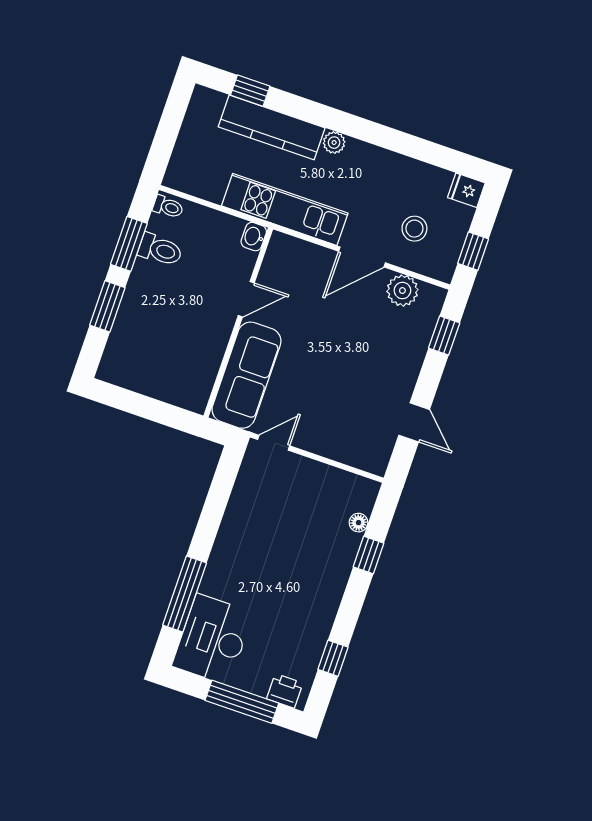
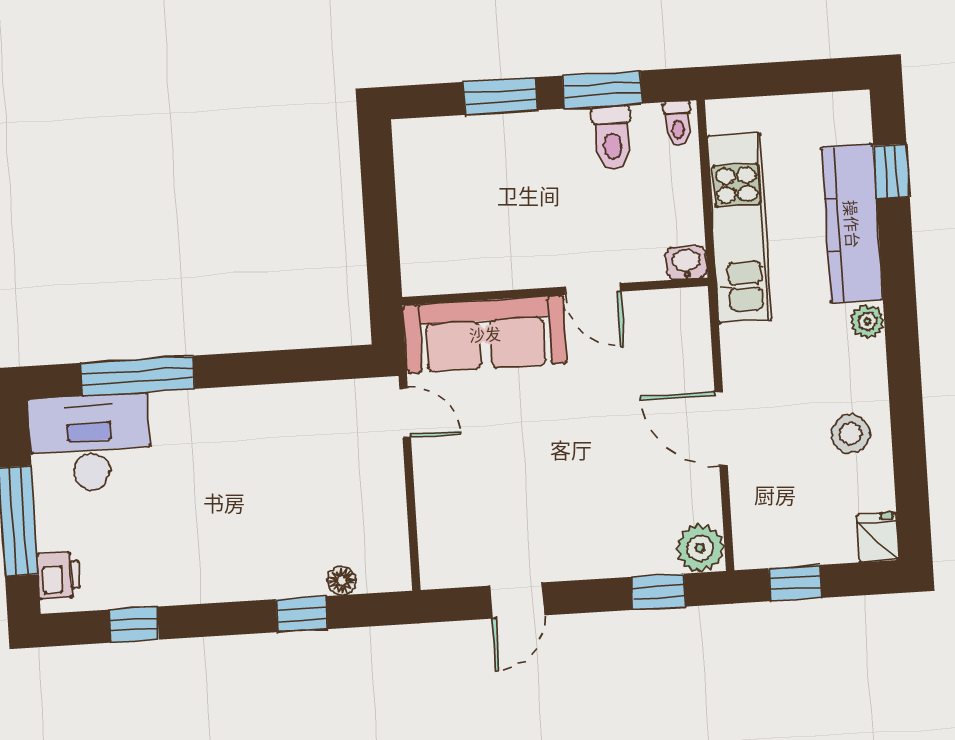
kitchen unit: (285, 209) -> (739, 228), moved
stool: (414, 229) -> (851, 434), moved
plant: (402, 291) -> (700, 548), moved

